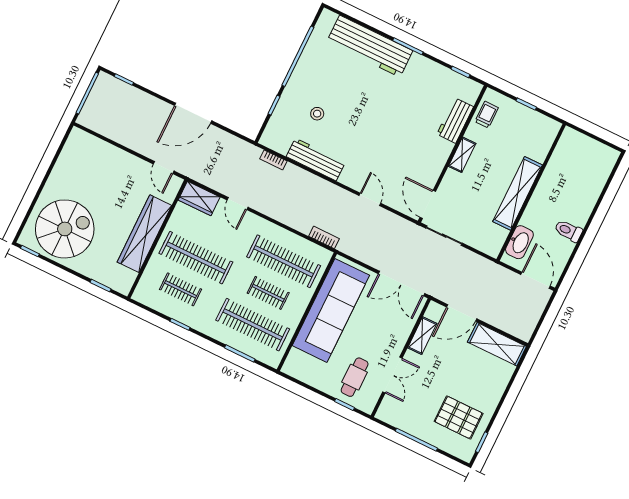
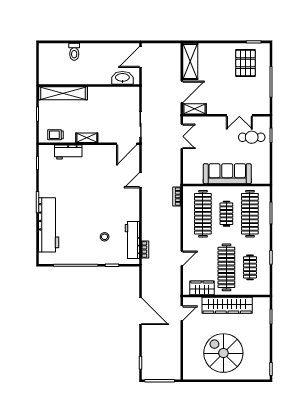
workbench: (316, 159) -> (132, 240), moved
shelving: (518, 193) -> (63, 93), moved
wardrobe: (199, 198) -> (202, 288), moved, turned -90
spiral stairs: (65, 229) -> (223, 353), moved
toilet: (568, 231) -> (74, 52), moved
double door: (401, 284) -> (182, 136), width x0.73
sofa: (331, 310) -> (227, 174), width x0.74, depth x0.79
door: (462, 313) -> (182, 92), hinge flipped
shelving: (422, 336) -> (195, 109), moved
double door: (392, 375) -> (239, 115), swing flipped

